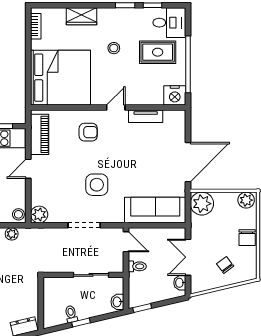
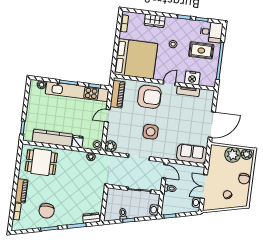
nightstand: (175, 95) -> (192, 78), moved
armchair: (88, 132) -> (149, 97), width x1.88, depth x1.88
plant: (202, 204) -> (233, 155), moved
sofa: (155, 210) -> (192, 154), width x0.73

